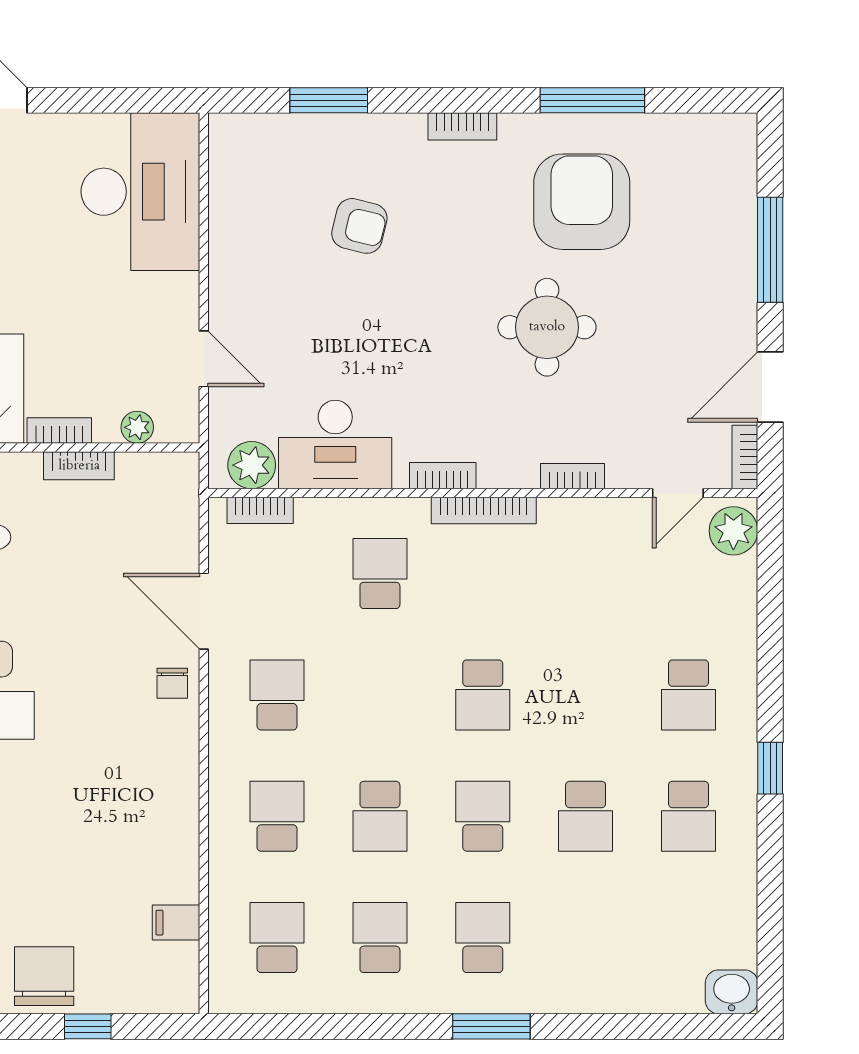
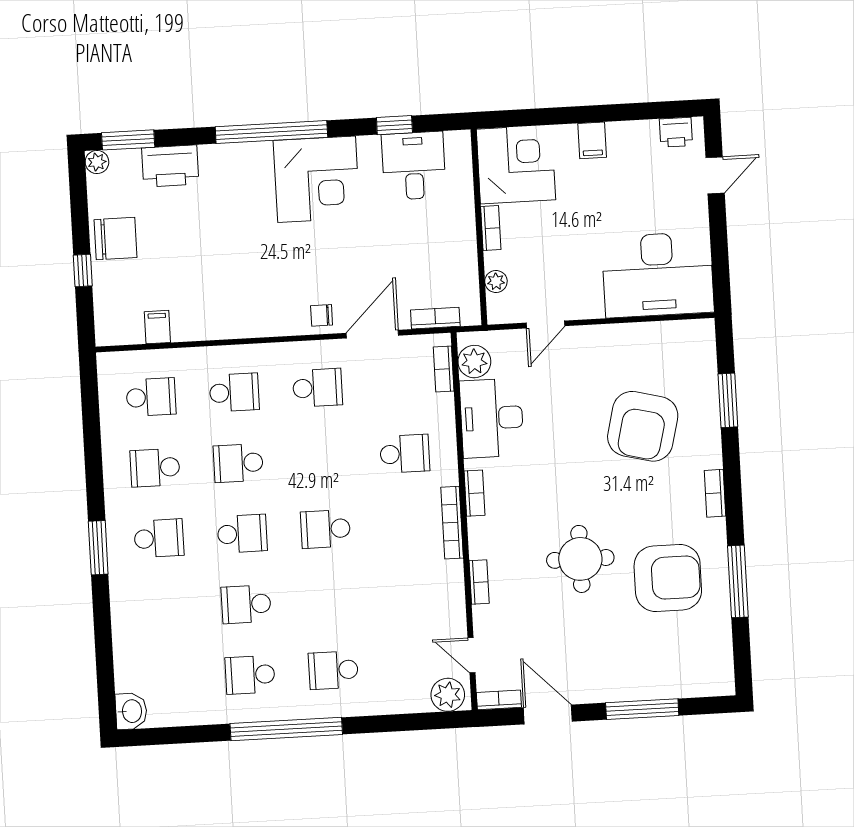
armchair: (359, 226) -> (643, 426), width x1.88, depth x1.88
bookcase: (79, 466) -> (435, 318), moved, turned 90
window: (770, 768) -> (286, 729), width x3.17
school desk: (380, 938) -> (155, 468), turned 180

